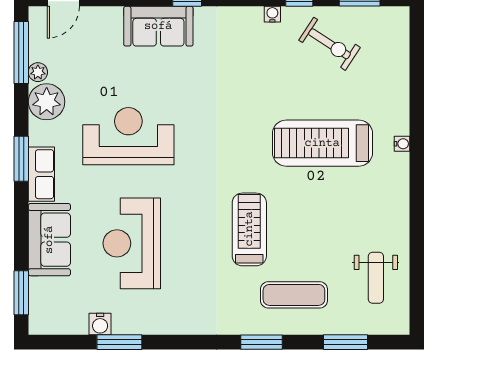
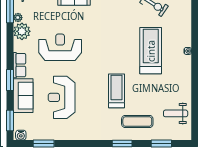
treadmill: (322, 143) -> (151, 51), turned 90
window: (21, 159) -> (10, 80), moved
weight bench: (376, 278) -> (176, 113), turned 90
water cooler: (100, 324) -> (21, 135), moved
window: (119, 342) -> (44, 144), moved

